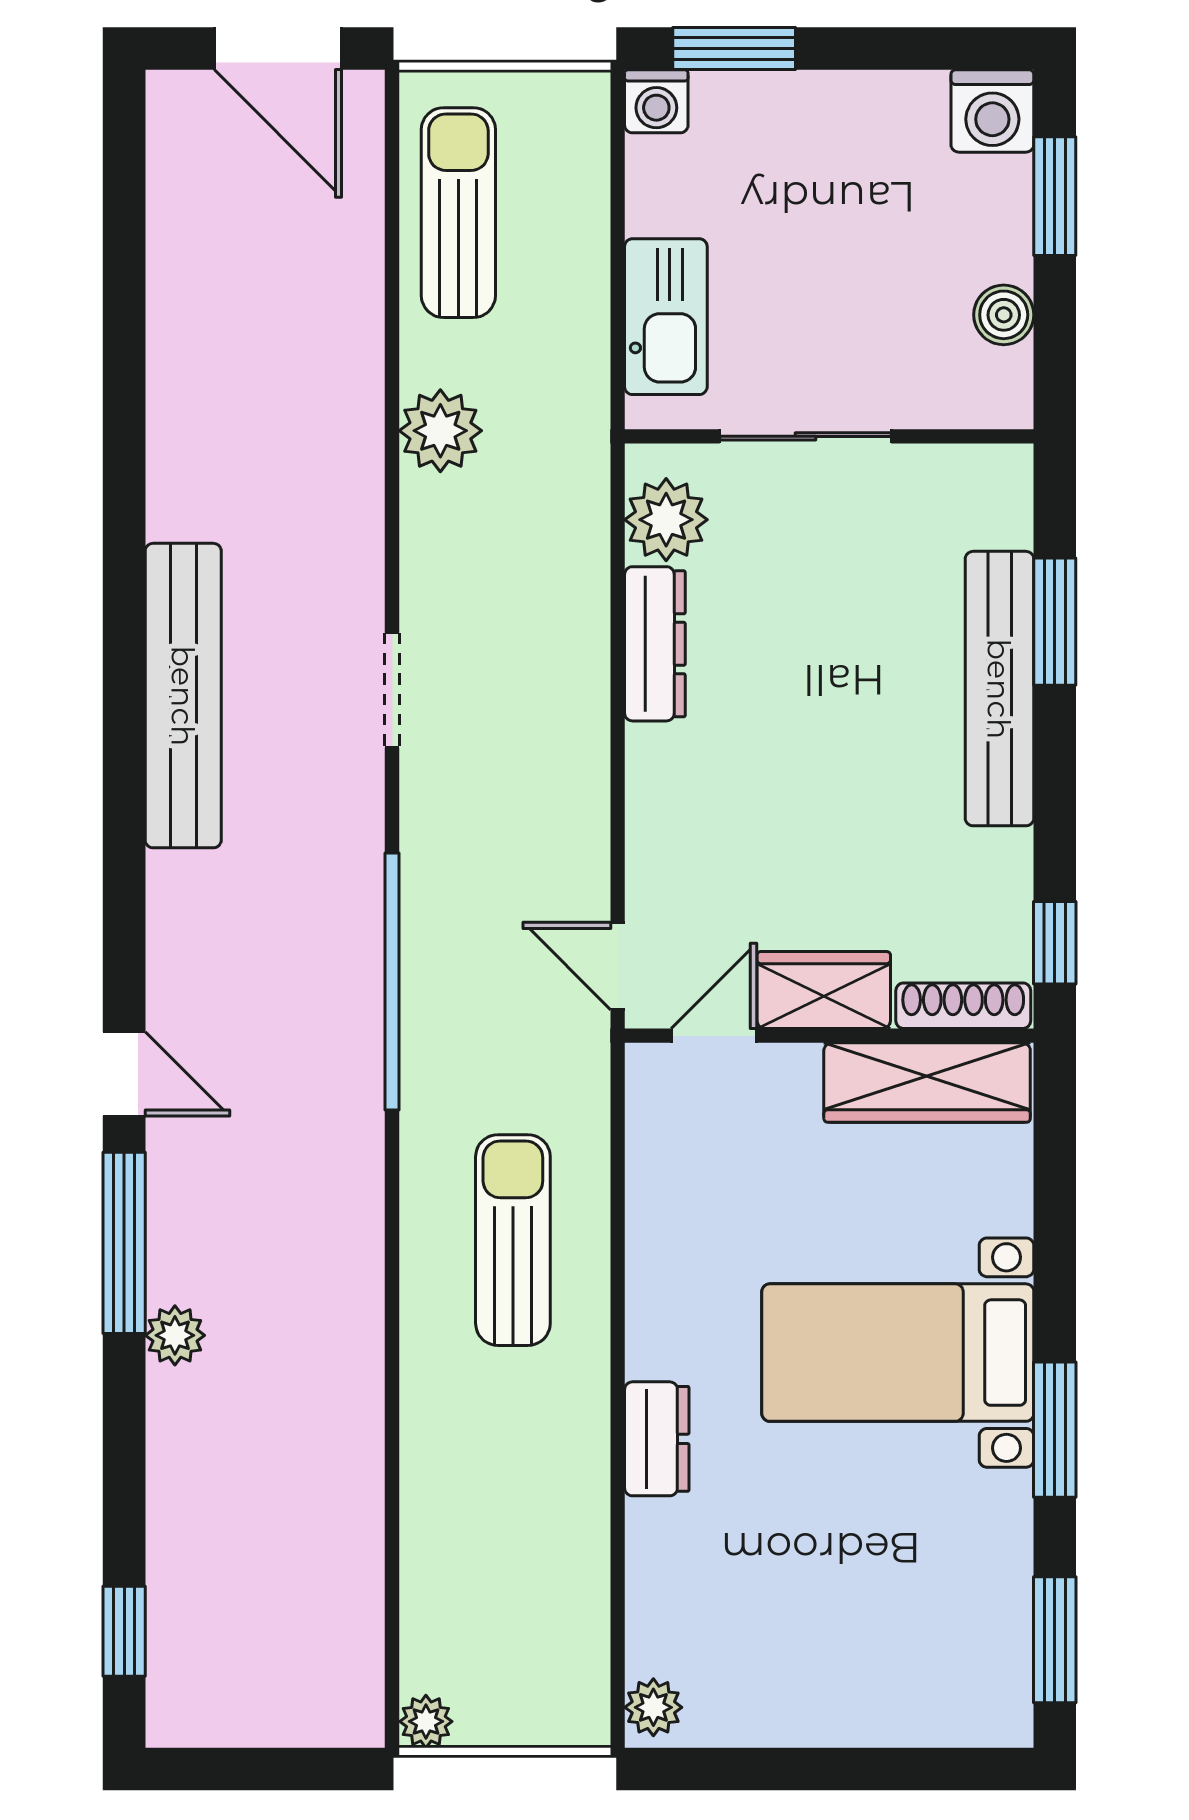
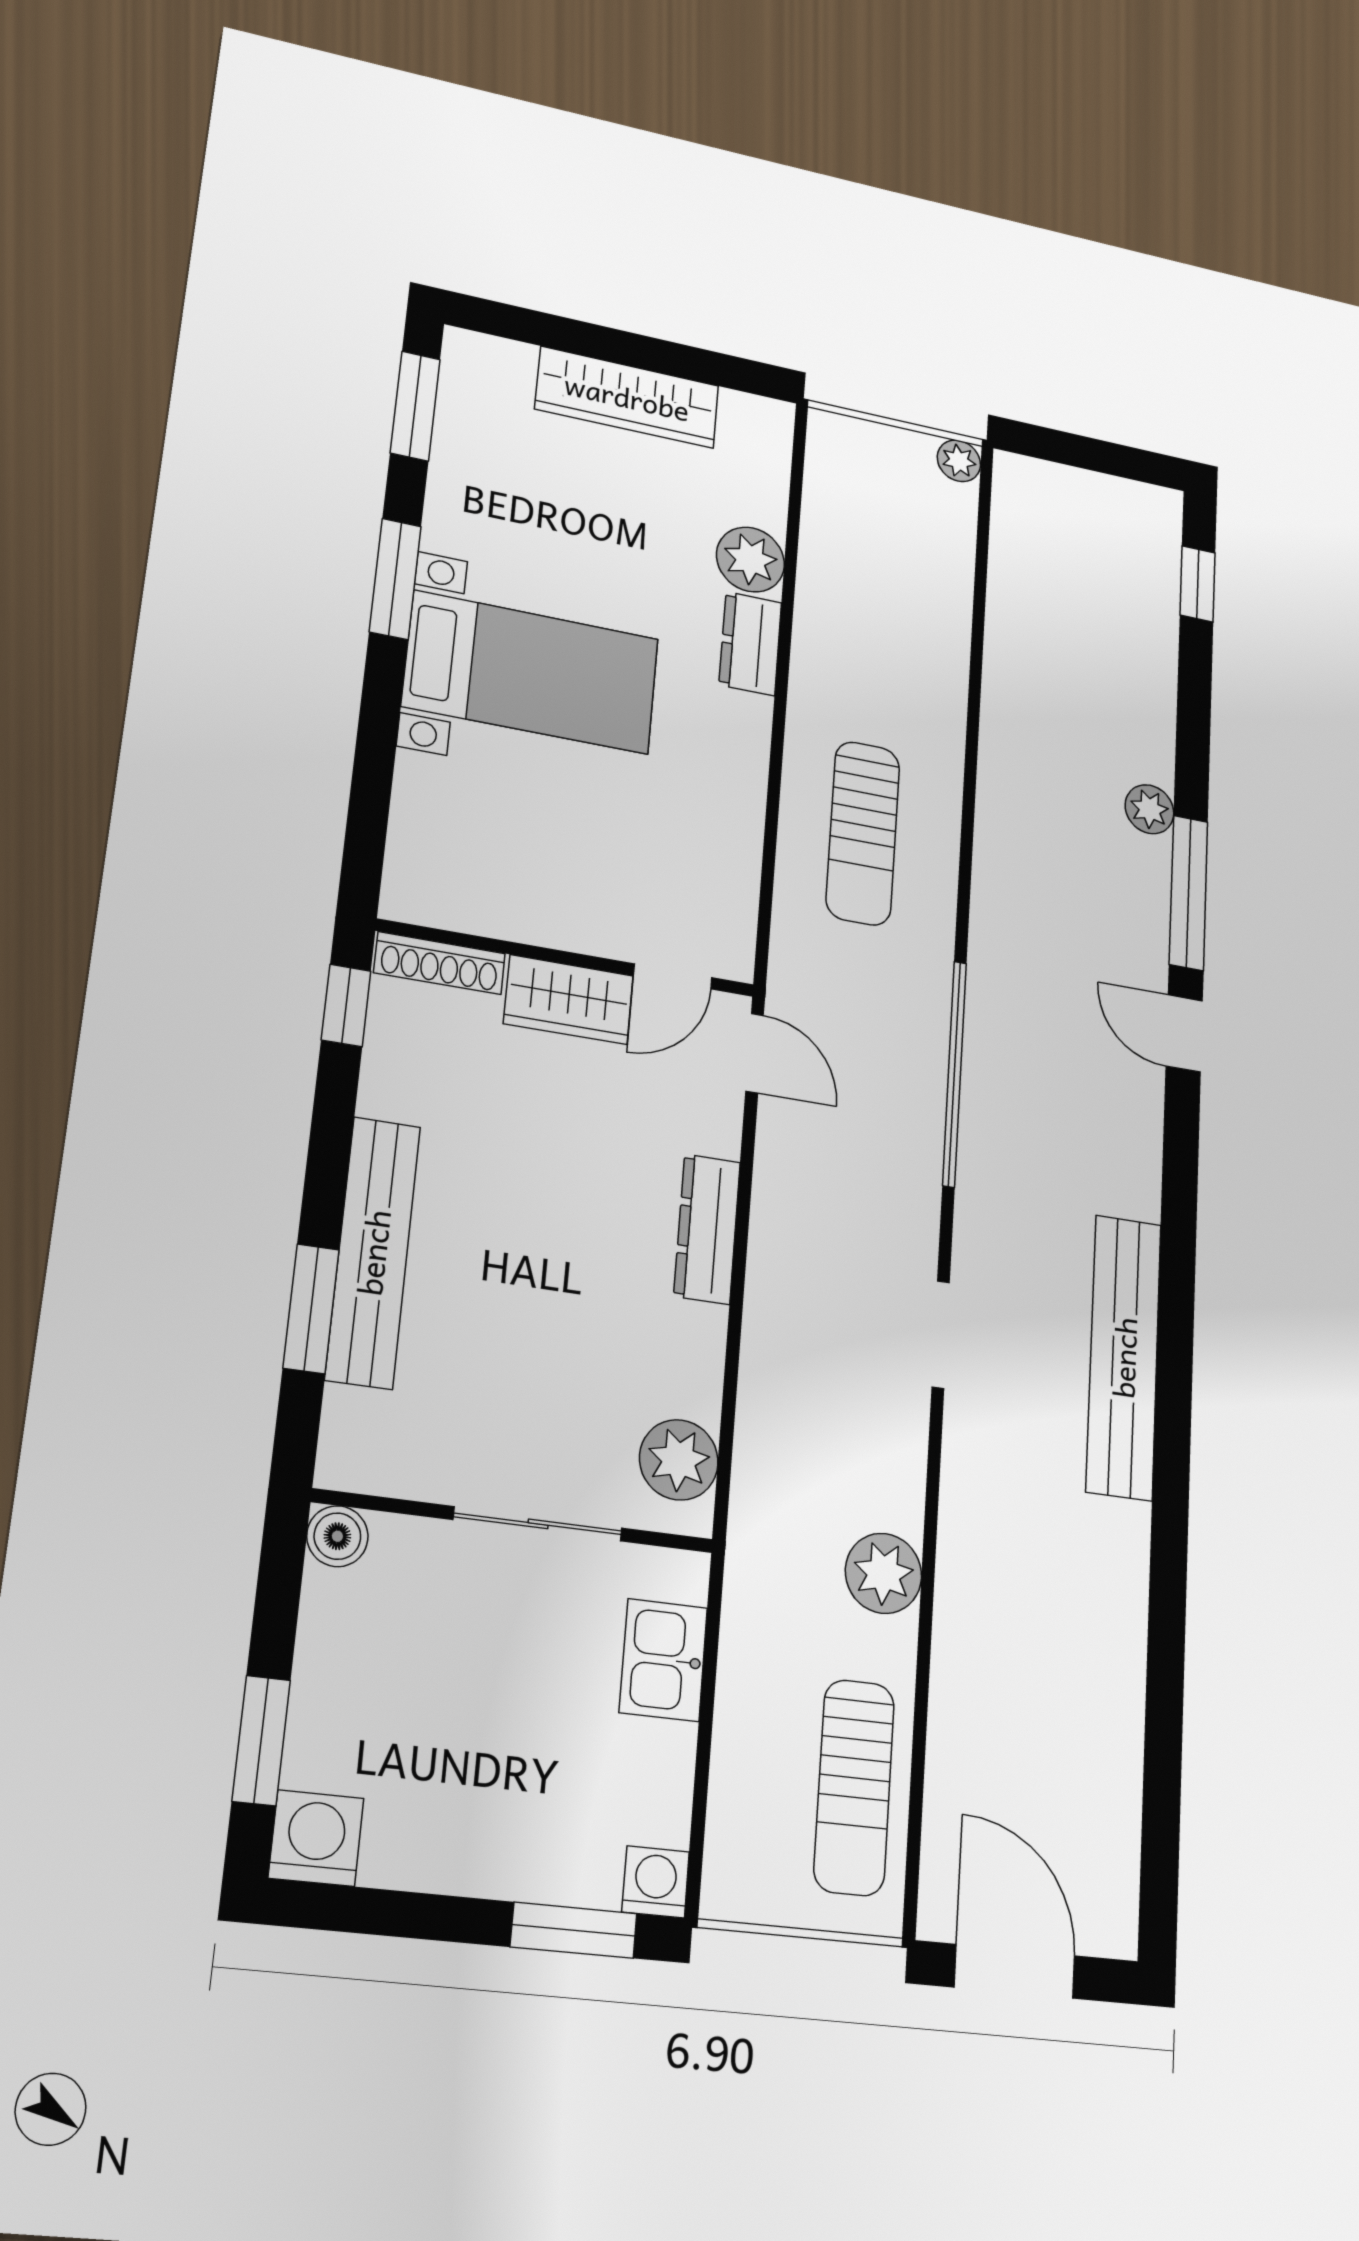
boiler: (1004, 315) -> (337, 1536), moved
kitchen sink: (666, 317) -> (663, 1660), width x0.73
dresser: (655, 644) -> (707, 1229), moved
wardrobe: (927, 1083) -> (627, 397), moved, turned 180
plant: (653, 1707) -> (750, 560), moved, width x1.38, depth x1.38

